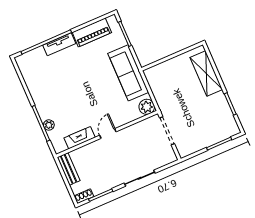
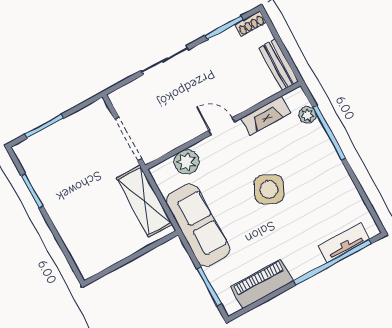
tv unit: (59, 44) -> (344, 243), moved
shelving: (206, 74) -> (144, 201), moved
side table: (82, 91) -> (269, 189), added
plant: (147, 107) -> (187, 162), moved
plant: (49, 125) -> (307, 115), moved
door: (108, 134) -> (222, 126), swing flipped

